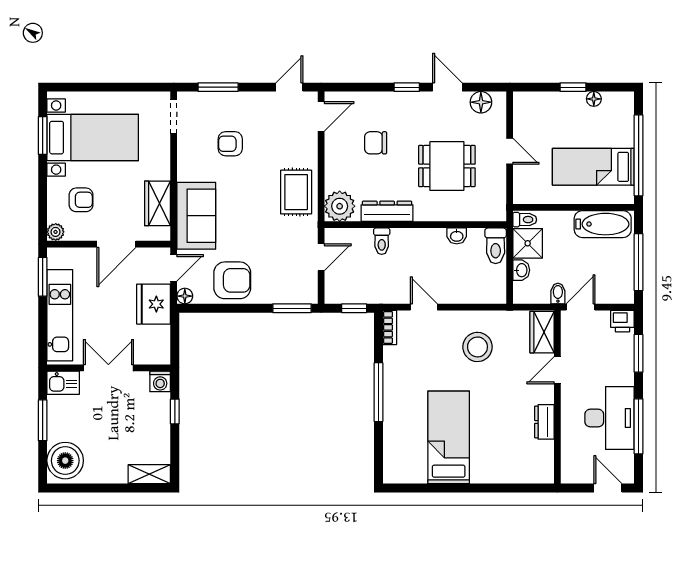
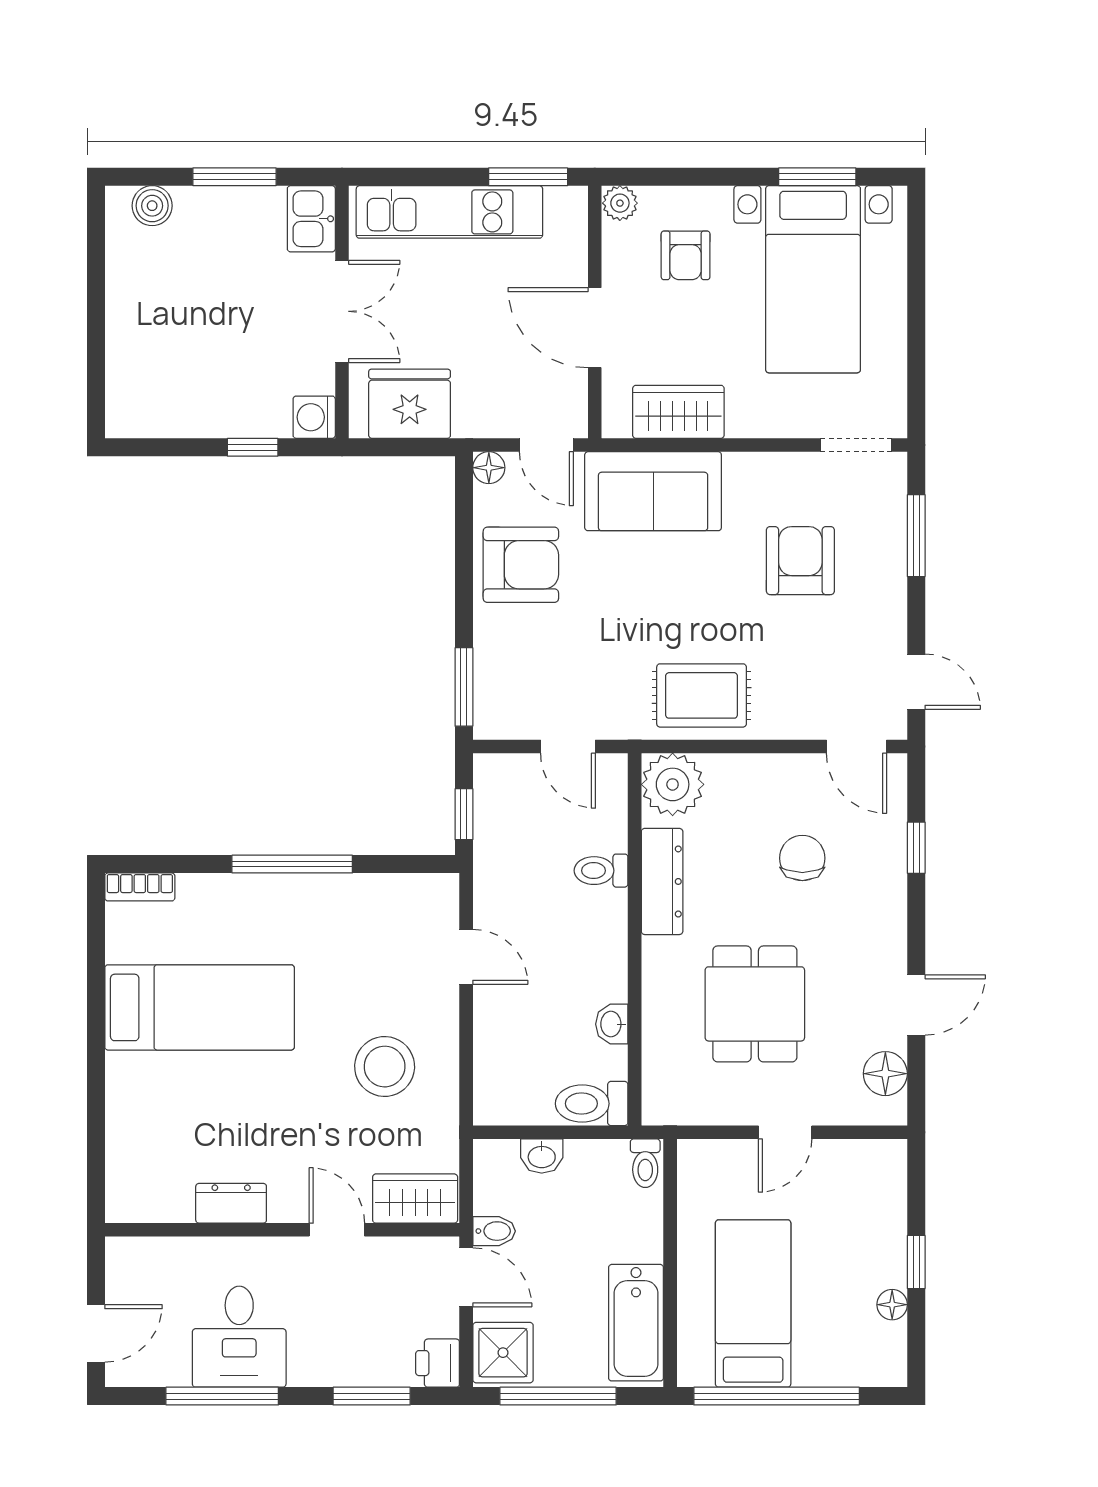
window: (407, 87) -> (916, 848), moved
armchair: (230, 144) -> (800, 561), width x1.38, depth x1.38
shower: (528, 243) -> (503, 1353), moved
armchair: (232, 280) -> (521, 565), turned -90
fridge: (154, 304) -> (410, 404), moved
door: (424, 307) -> (466, 957), hinge flipped
bookcase: (390, 327) -> (140, 887), moved
desk: (610, 418) -> (239, 1337), width x0.73
boiler: (65, 461) -> (152, 206), width x0.54, depth x0.54
shelving: (149, 474) -> (124, 395), removed

